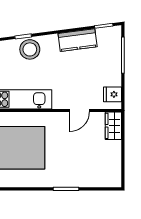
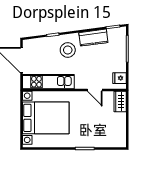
stool: (30, 49) -> (68, 50), moved
door: (79, 110) -> (95, 90), hinge flipped

